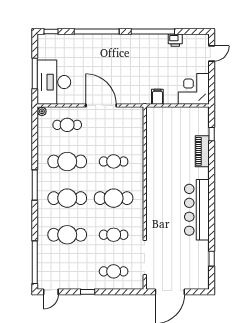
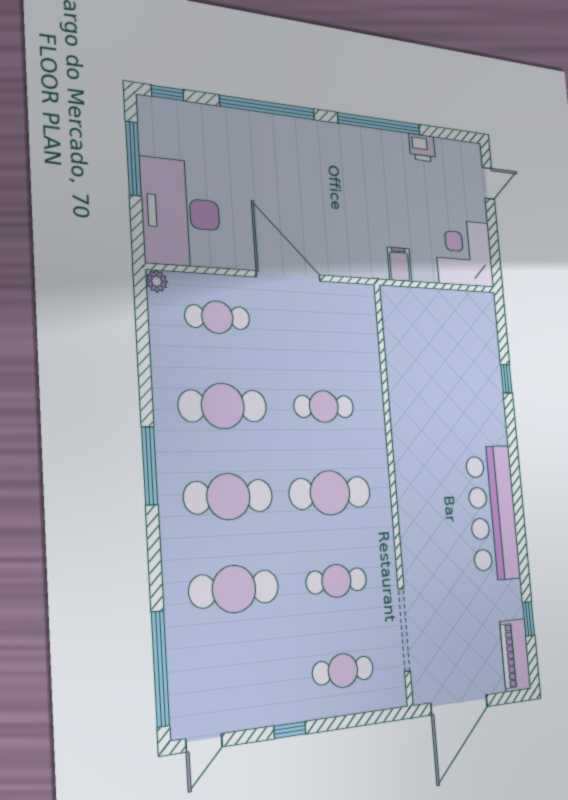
window: (35, 74) -> (133, 158), moved
window: (212, 134) -> (506, 379), moved
piano: (202, 151) -> (515, 655), moved

